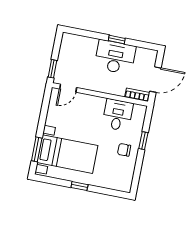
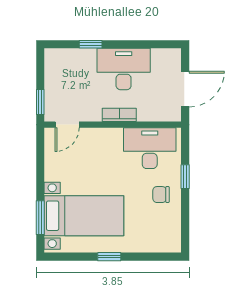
window: (117, 39) -> (91, 44), moved
bookcase: (137, 95) -> (119, 115), moved
desk: (118, 115) -> (150, 148), width x1.37

